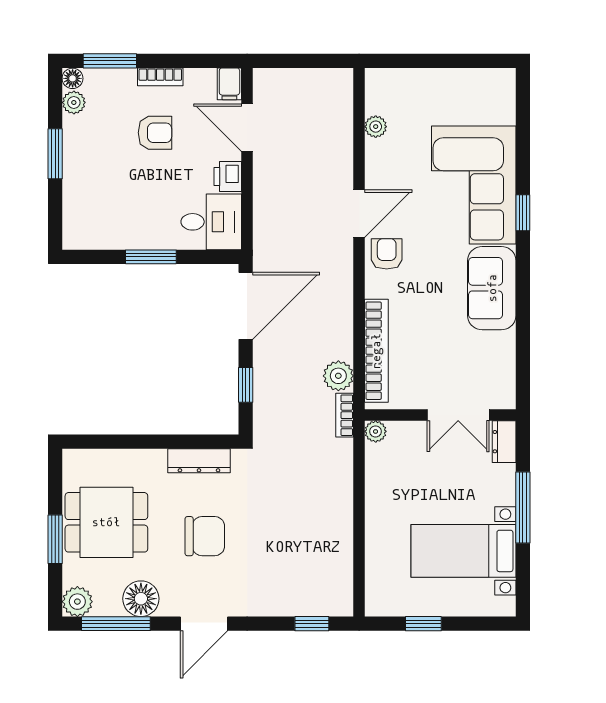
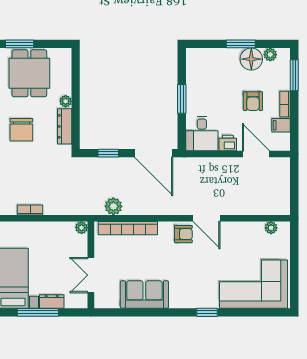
floor lamp: (73, 78) -> (251, 59), moved, width x1.89, depth x1.89
filing cabinet: (229, 84) -> (281, 125), moved
plant: (376, 127) -> (271, 228), moved
door: (247, 128) -> (256, 154), hinge flipped
corner sofa: (474, 185) -> (253, 284), moved
sofa: (492, 288) -> (144, 294), moved
bookcase: (345, 415) -> (30, 210), moved
dresser: (504, 442) -> (52, 301), moved
plant: (155, 459) -> (66, 101), added

